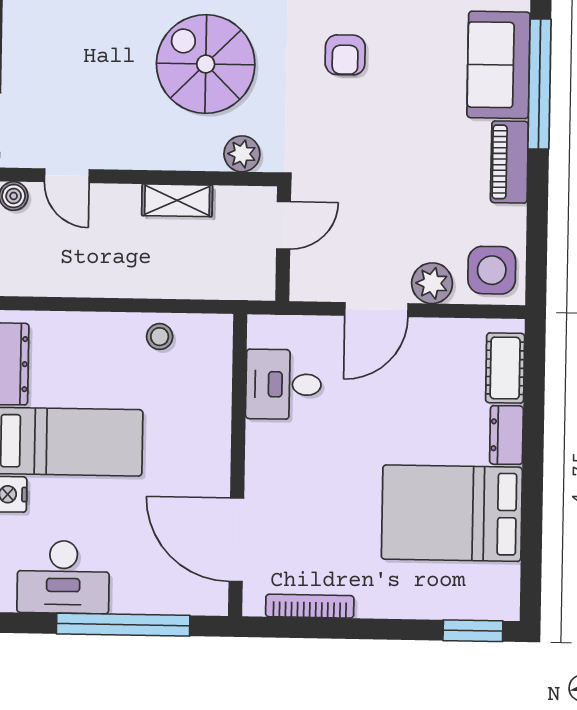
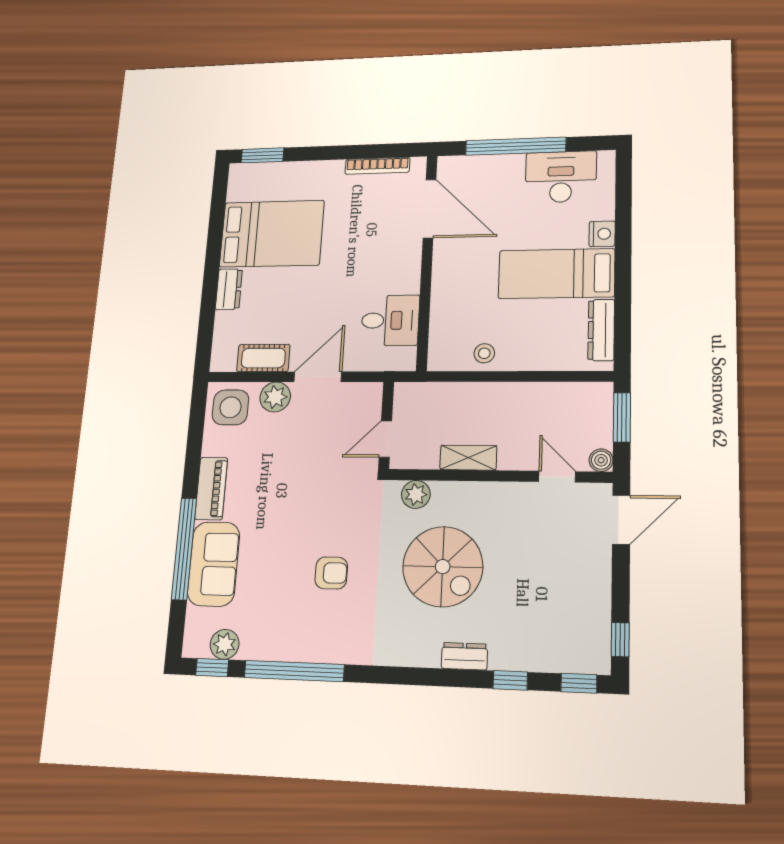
armchair: (345, 55) -> (331, 573), turned 90
cot: (505, 368) -> (263, 358), moved, turned 90

